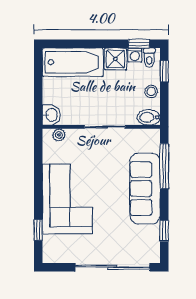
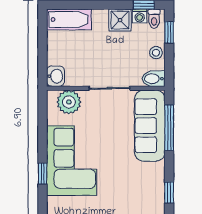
bathtub: (73, 62) -> (69, 19), width x0.73, depth x0.73
plant: (59, 135) -> (69, 102), width x1.87, depth x1.87
sofa: (145, 189) -> (150, 126), moved
window: (38, 230) -> (43, 174), moved

